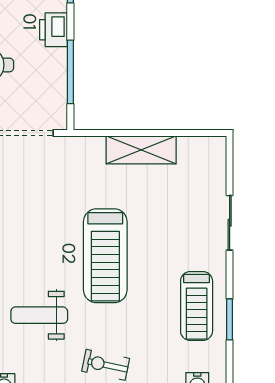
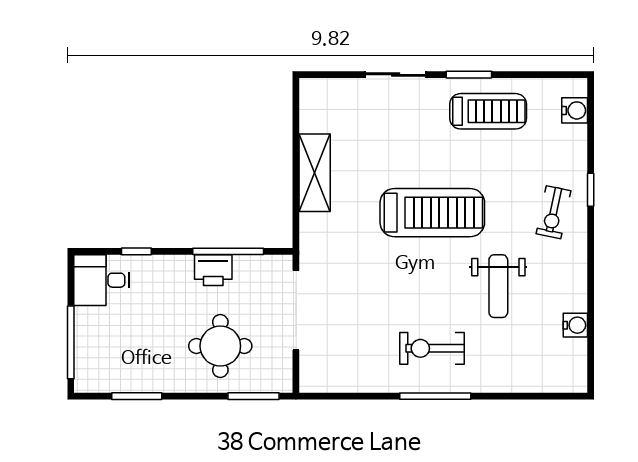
printer: (54, 30) -> (213, 270), moved
window: (230, 319) -> (469, 75), moved

